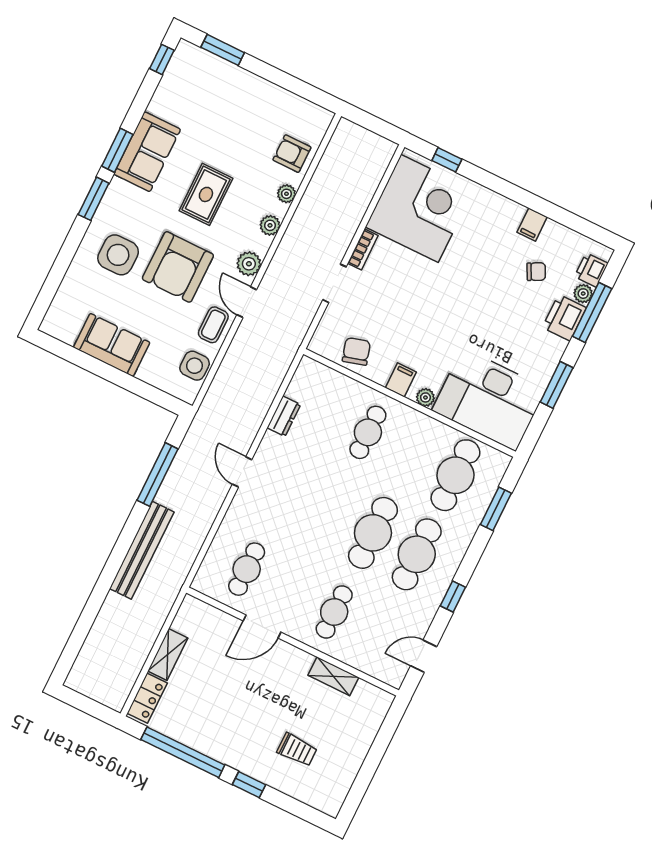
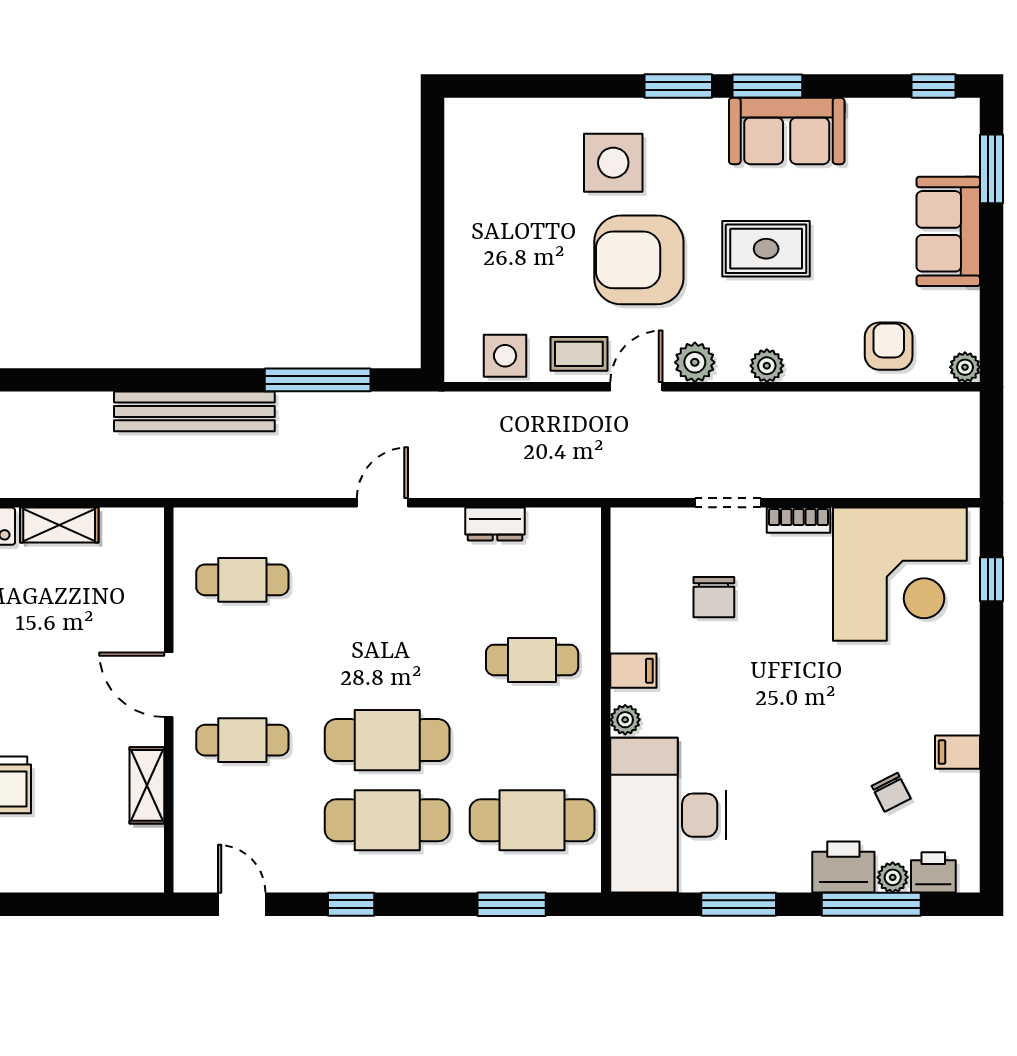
plant: (286, 194) -> (965, 367), moved
sofa: (112, 345) -> (948, 231), moved, turned 180
chair: (356, 351) -> (714, 597), moved, turned 106
door: (262, 626) -> (169, 685), moved

